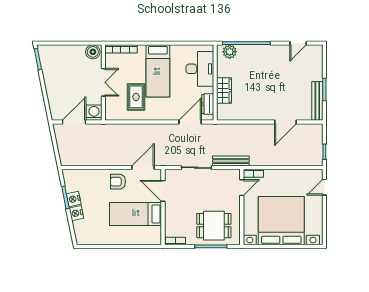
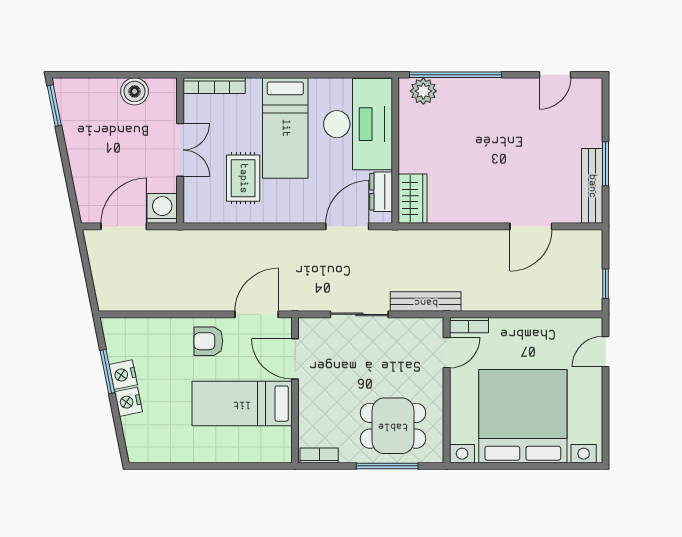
boiler: (93, 52) -> (135, 91), moved
desk: (200, 69) -> (358, 124), width x1.36, depth x1.30
wardrobe: (224, 91) -> (413, 199), moved

